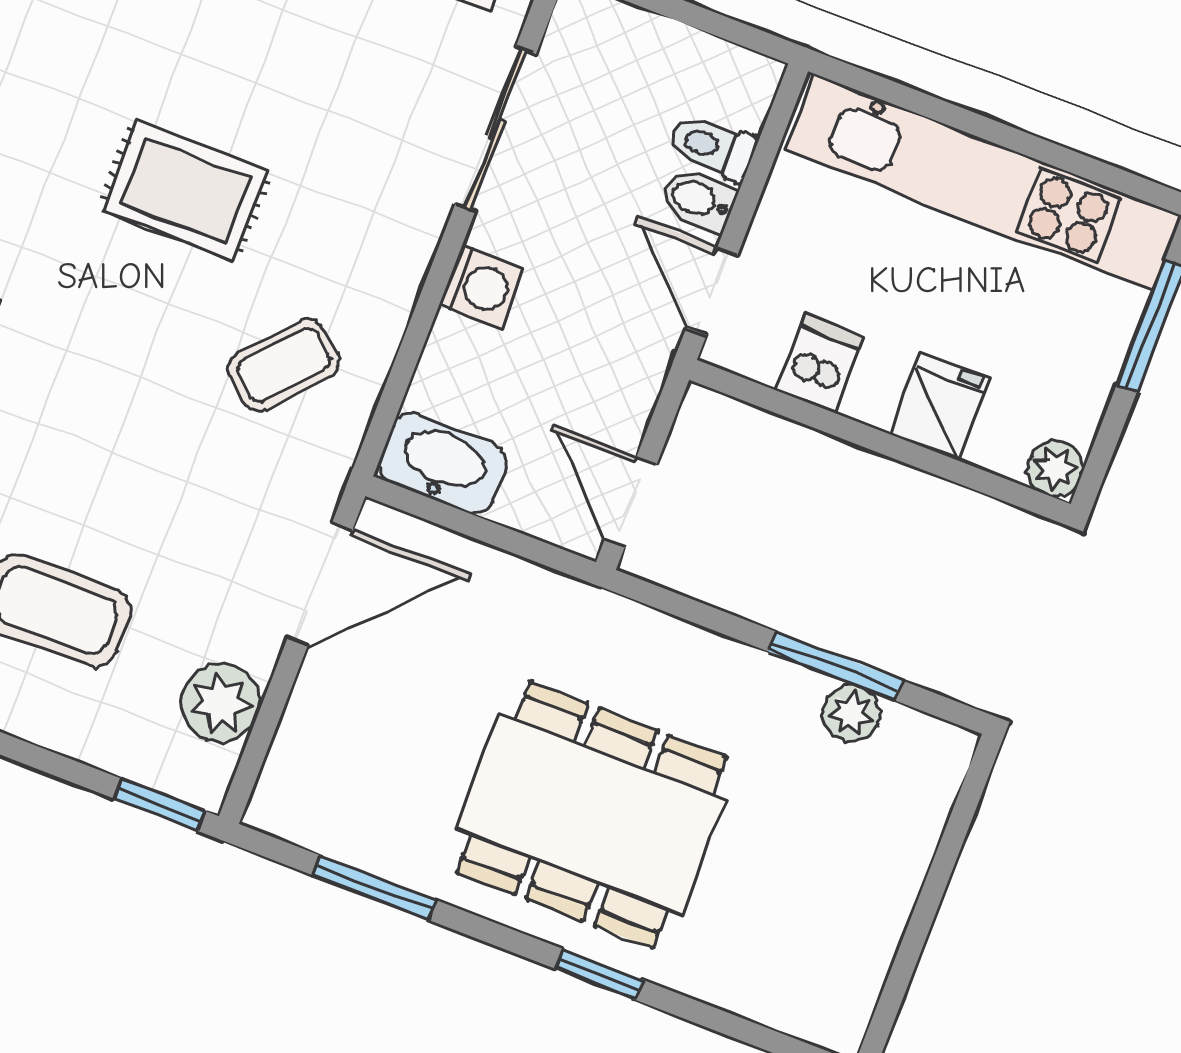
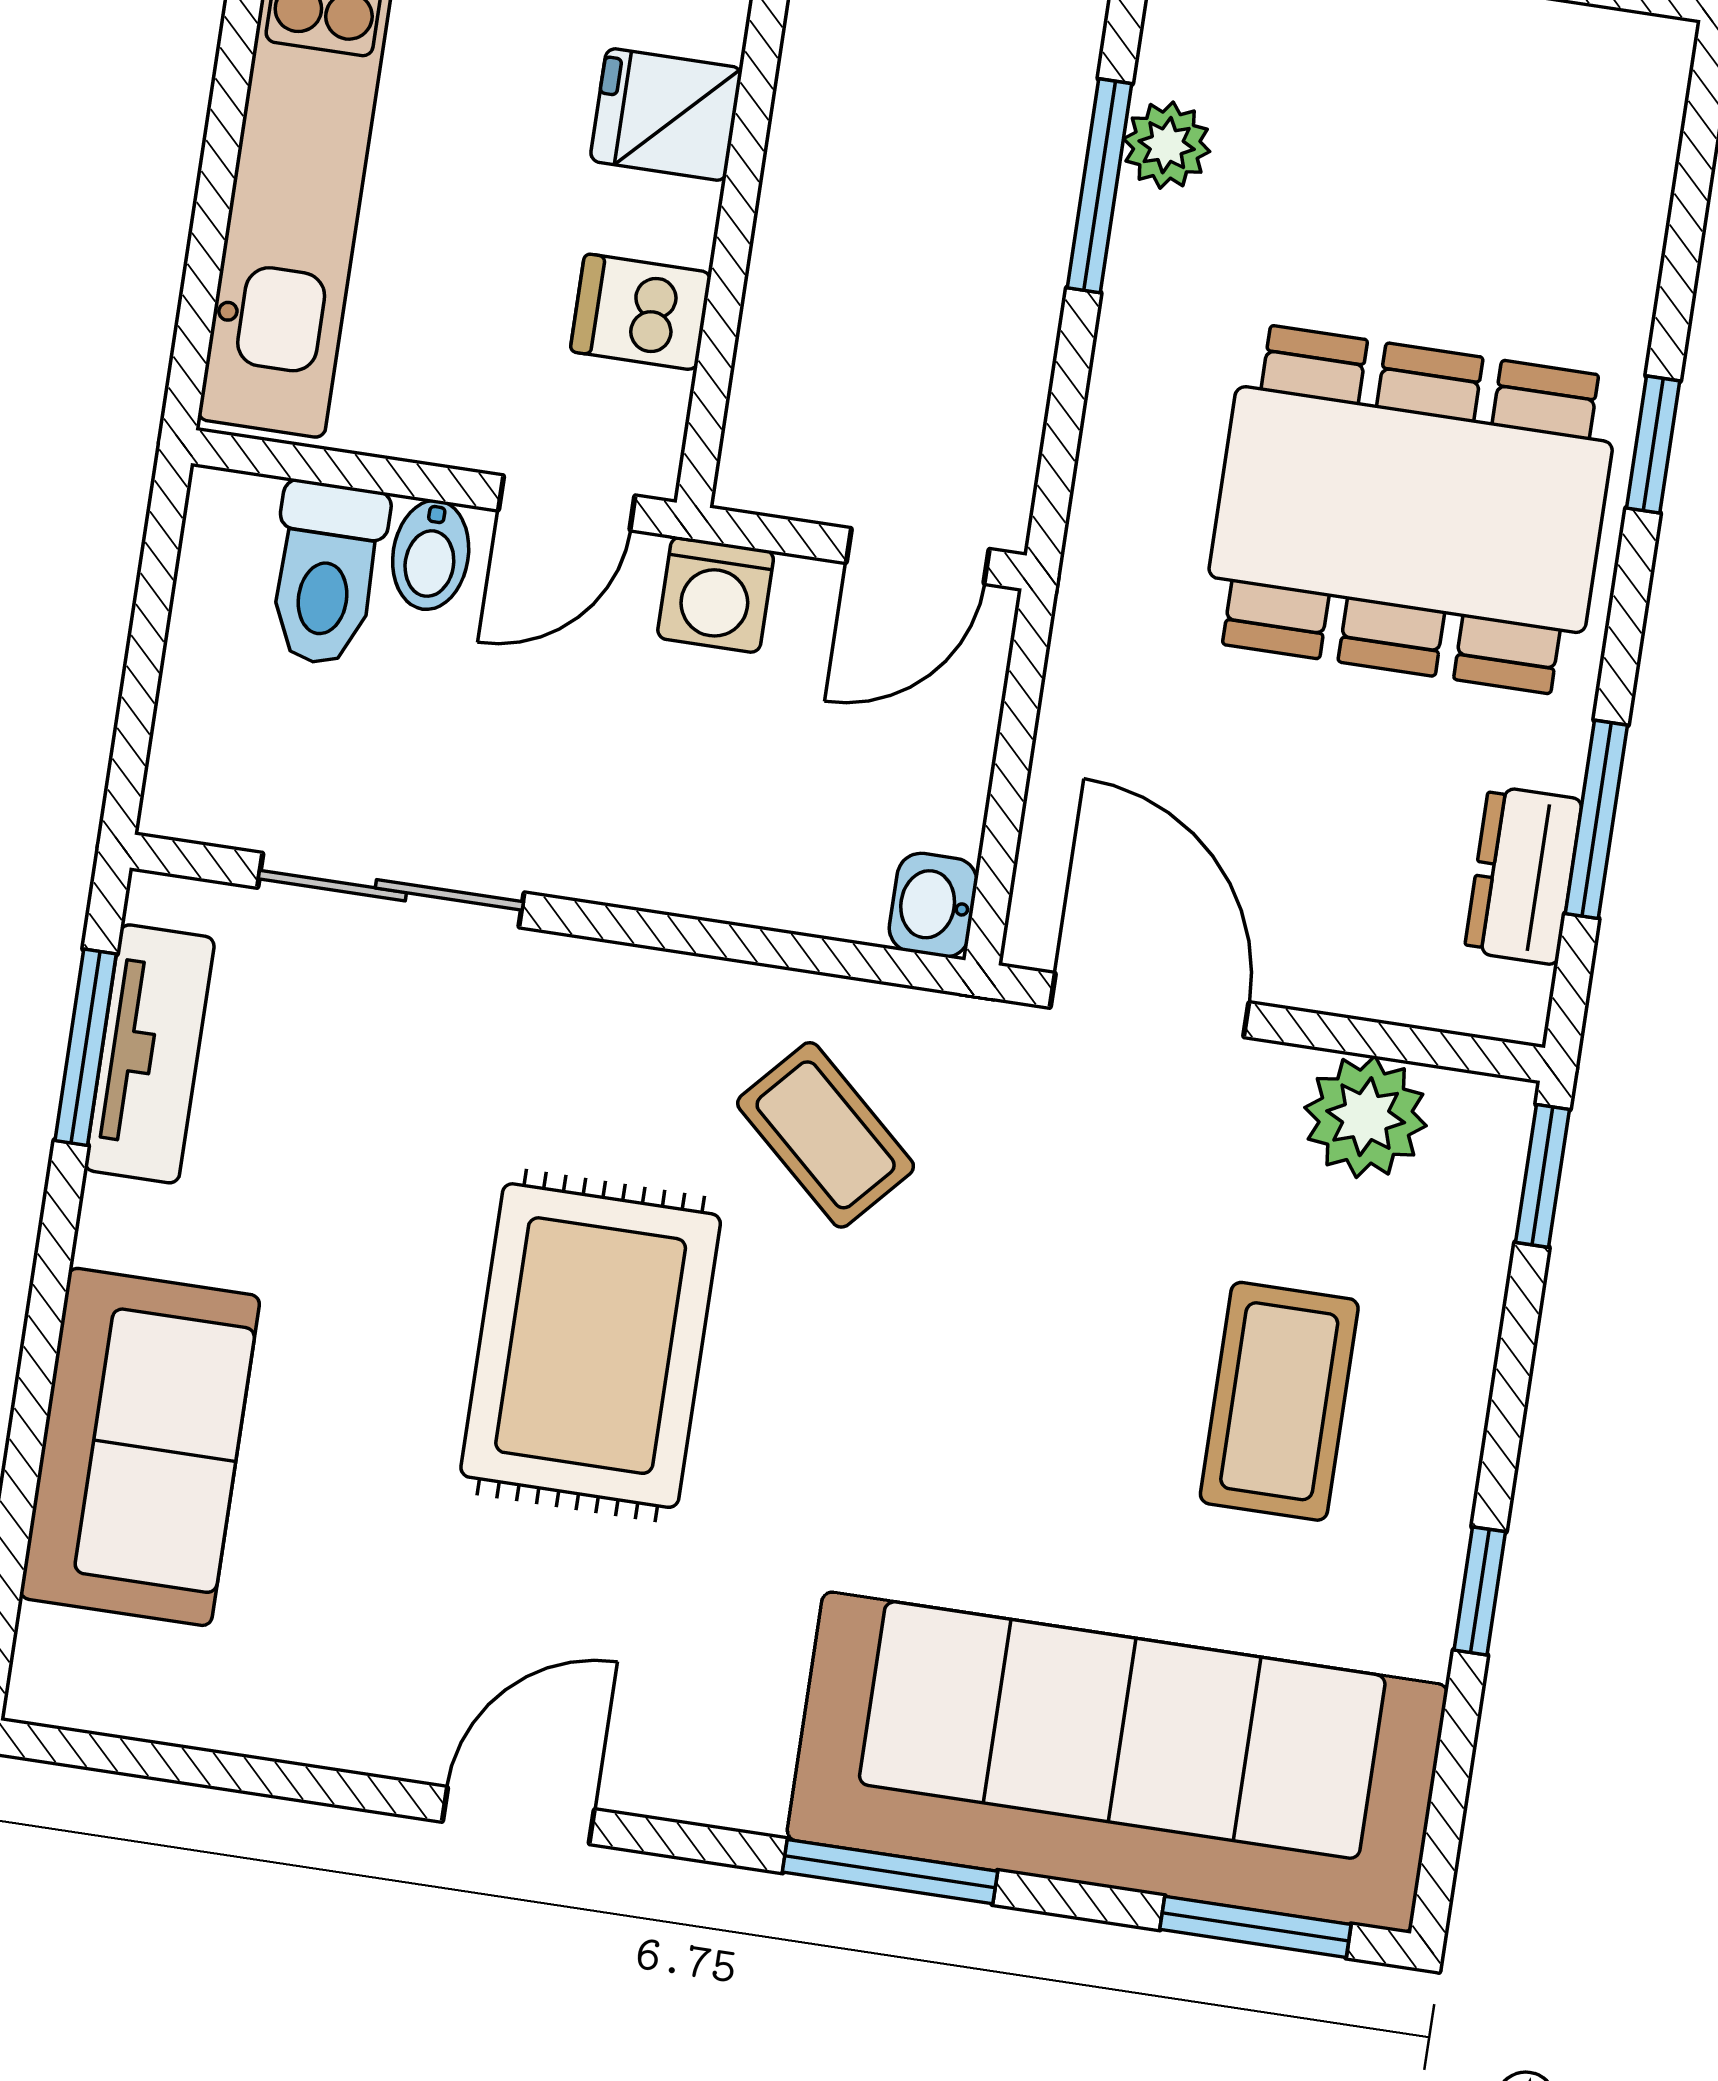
toilet: (712, 147) -> (326, 574), width x1.37, depth x1.39
rug: (185, 190) -> (591, 1346), width x1.36, depth x1.43
washing machine: (481, 287) -> (716, 595), moved, turned 180
washbasin: (443, 463) -> (933, 905), width x0.52, depth x0.69
dining table: (592, 815) -> (1411, 510), turned 90
dresser: (349, 834) -> (1523, 875), added

